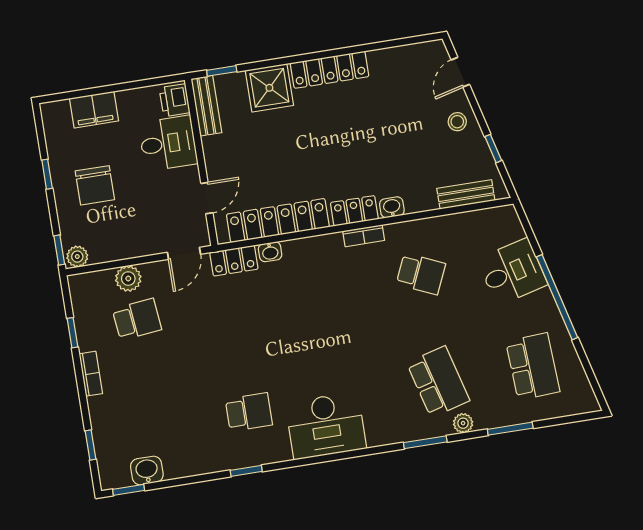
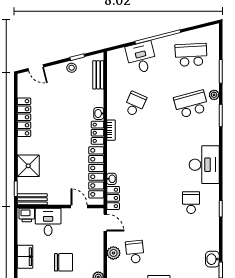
locker: (330, 70) -> (24, 117), moved
stool: (457, 122) -> (72, 68), moved

